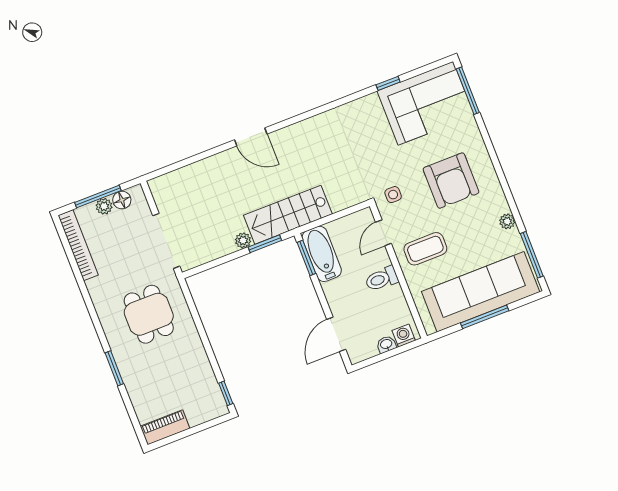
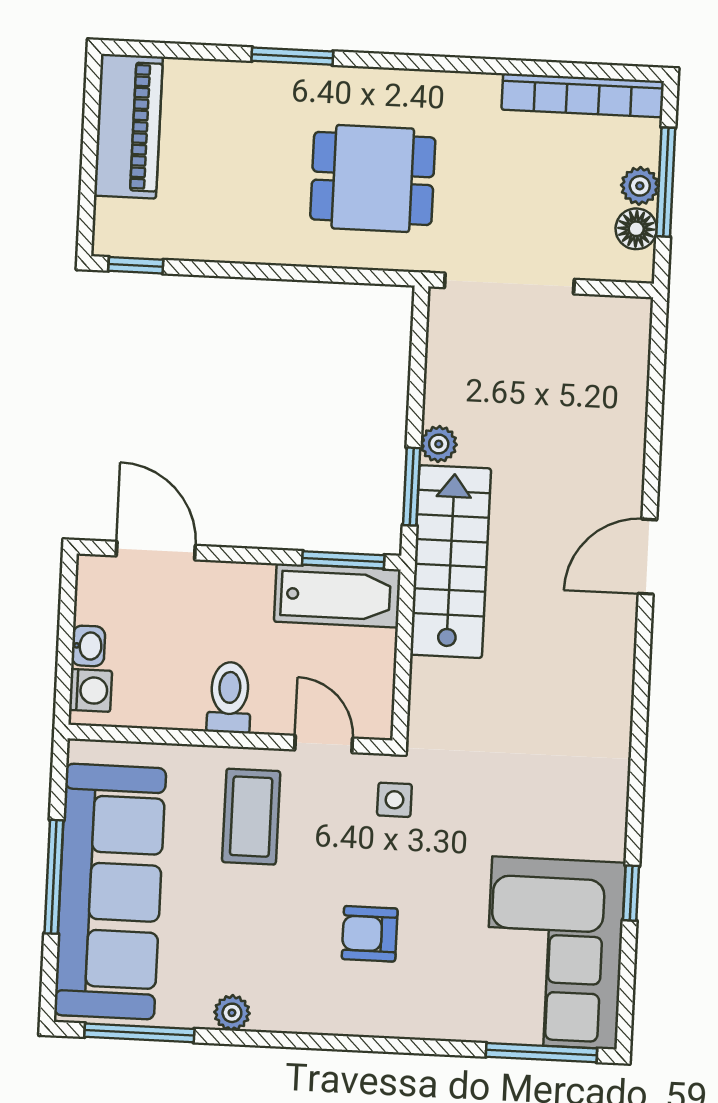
armchair: (451, 181) -> (370, 934), width x0.53, depth x0.53
piano: (165, 427) -> (128, 126), width x1.37, depth x1.33

